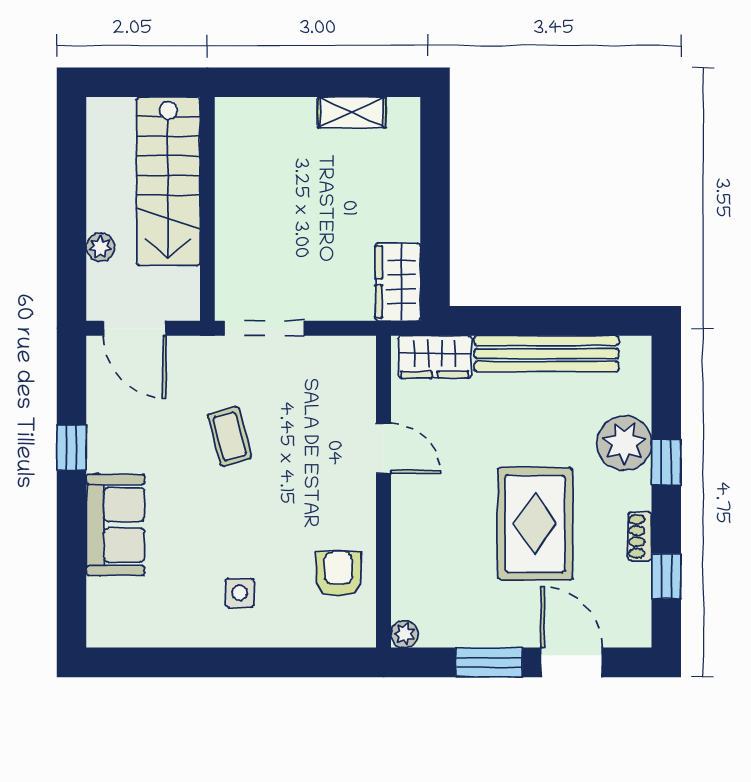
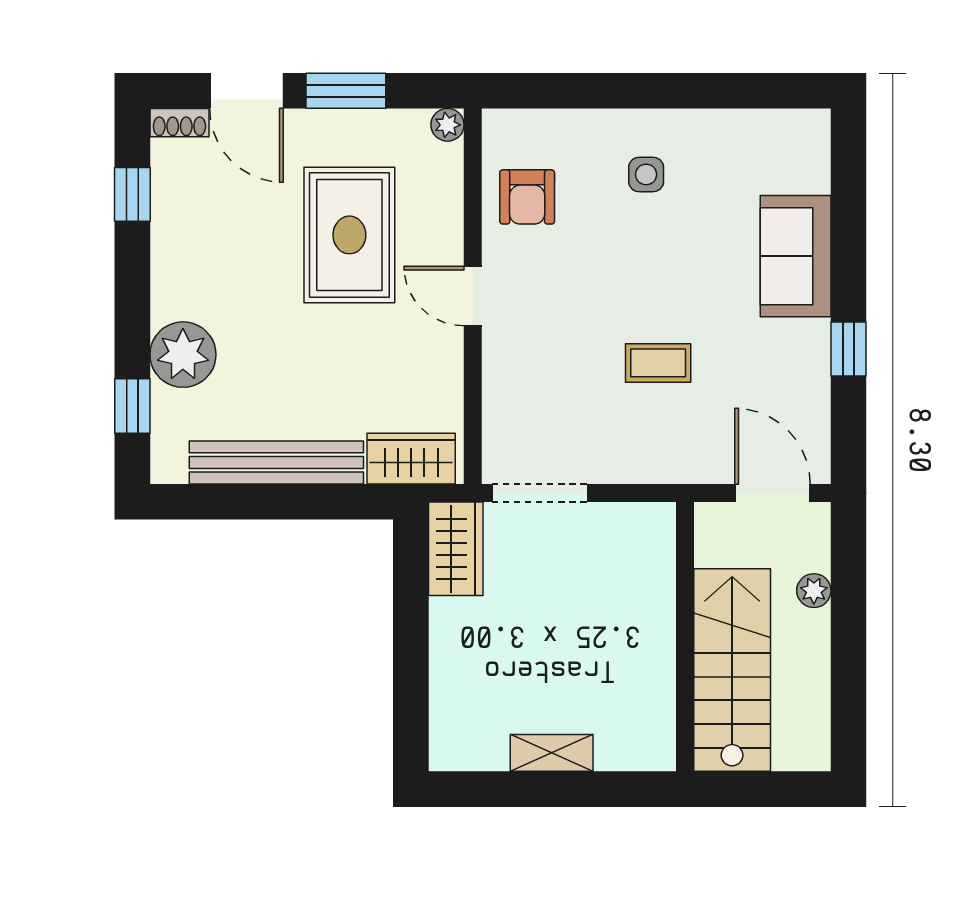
shelving: (352, 112) -> (552, 753), moved
doorway: (264, 328) -> (540, 493), moved
coffee table: (230, 436) -> (658, 363), turned -75
door: (384, 449) -> (473, 296), moved
window: (666, 462) -> (132, 406), moved
rug: (535, 524) -> (349, 235), moved
shoe rack: (640, 536) -> (179, 123), moved, turned 90

